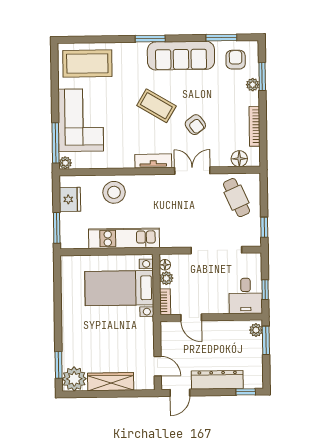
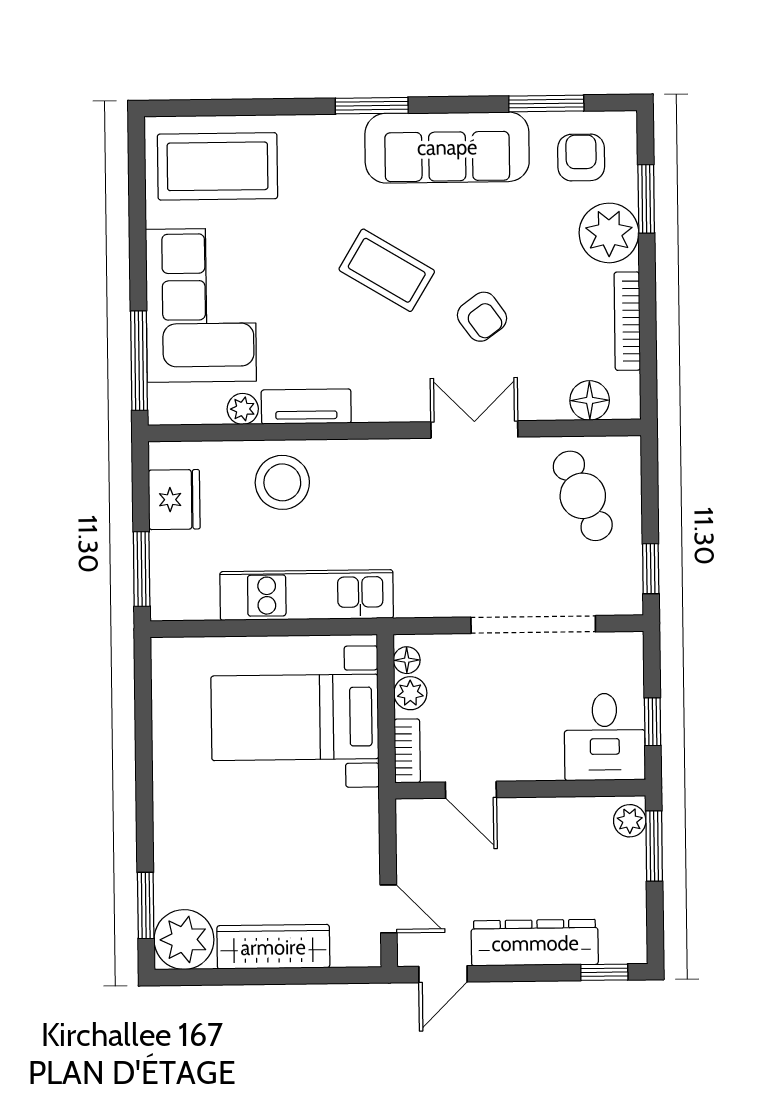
plant: (253, 85) -> (609, 233), width x1.88, depth x1.88
tv unit: (153, 161) -> (306, 407), moved
plant: (65, 163) -> (243, 409), moved

